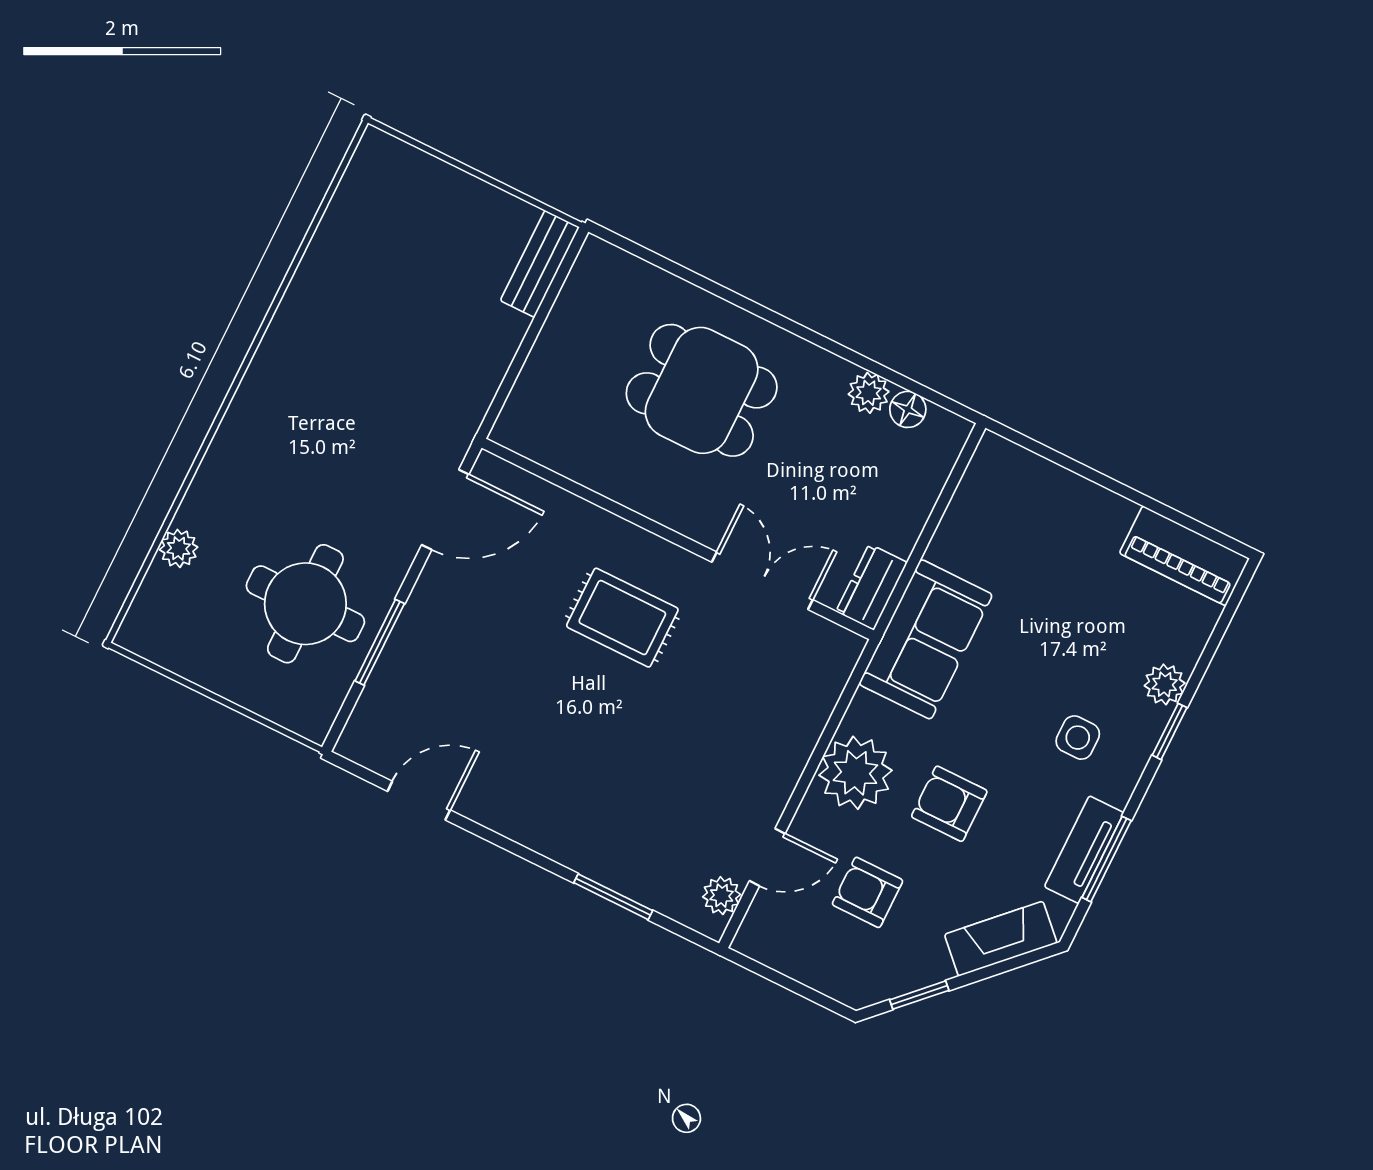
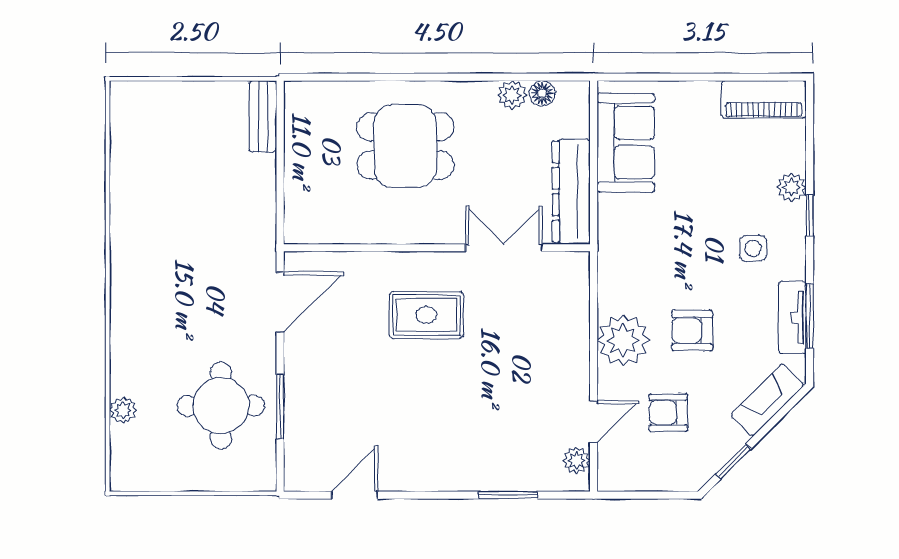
dresser: (872, 587) -> (571, 191), width x1.96, depth x1.24
sofa: (926, 639) -> (626, 143), moved

